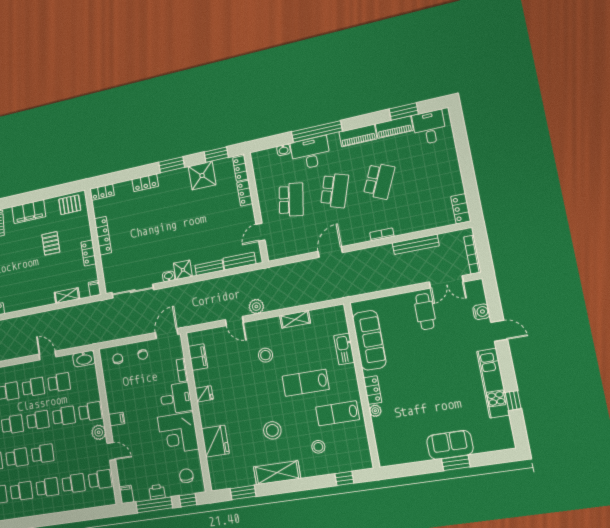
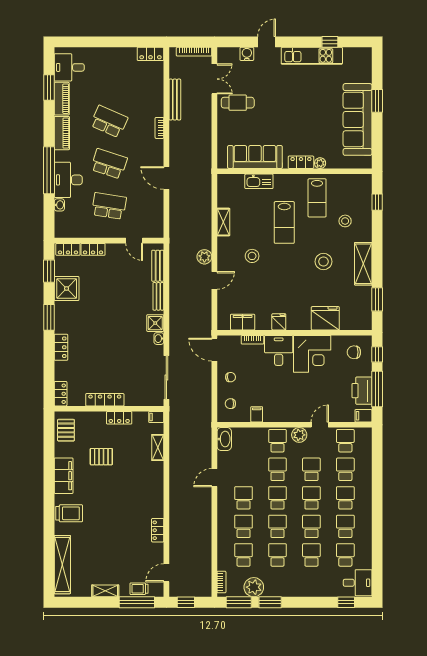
school desk: (59, 383) -> (311, 469), moved
filing cabinet: (117, 419) -> (257, 414), moved
sofa: (450, 445) -> (358, 119), width x1.85, depth x1.27
printer: (157, 492) -> (362, 391), width x1.87, depth x1.48

